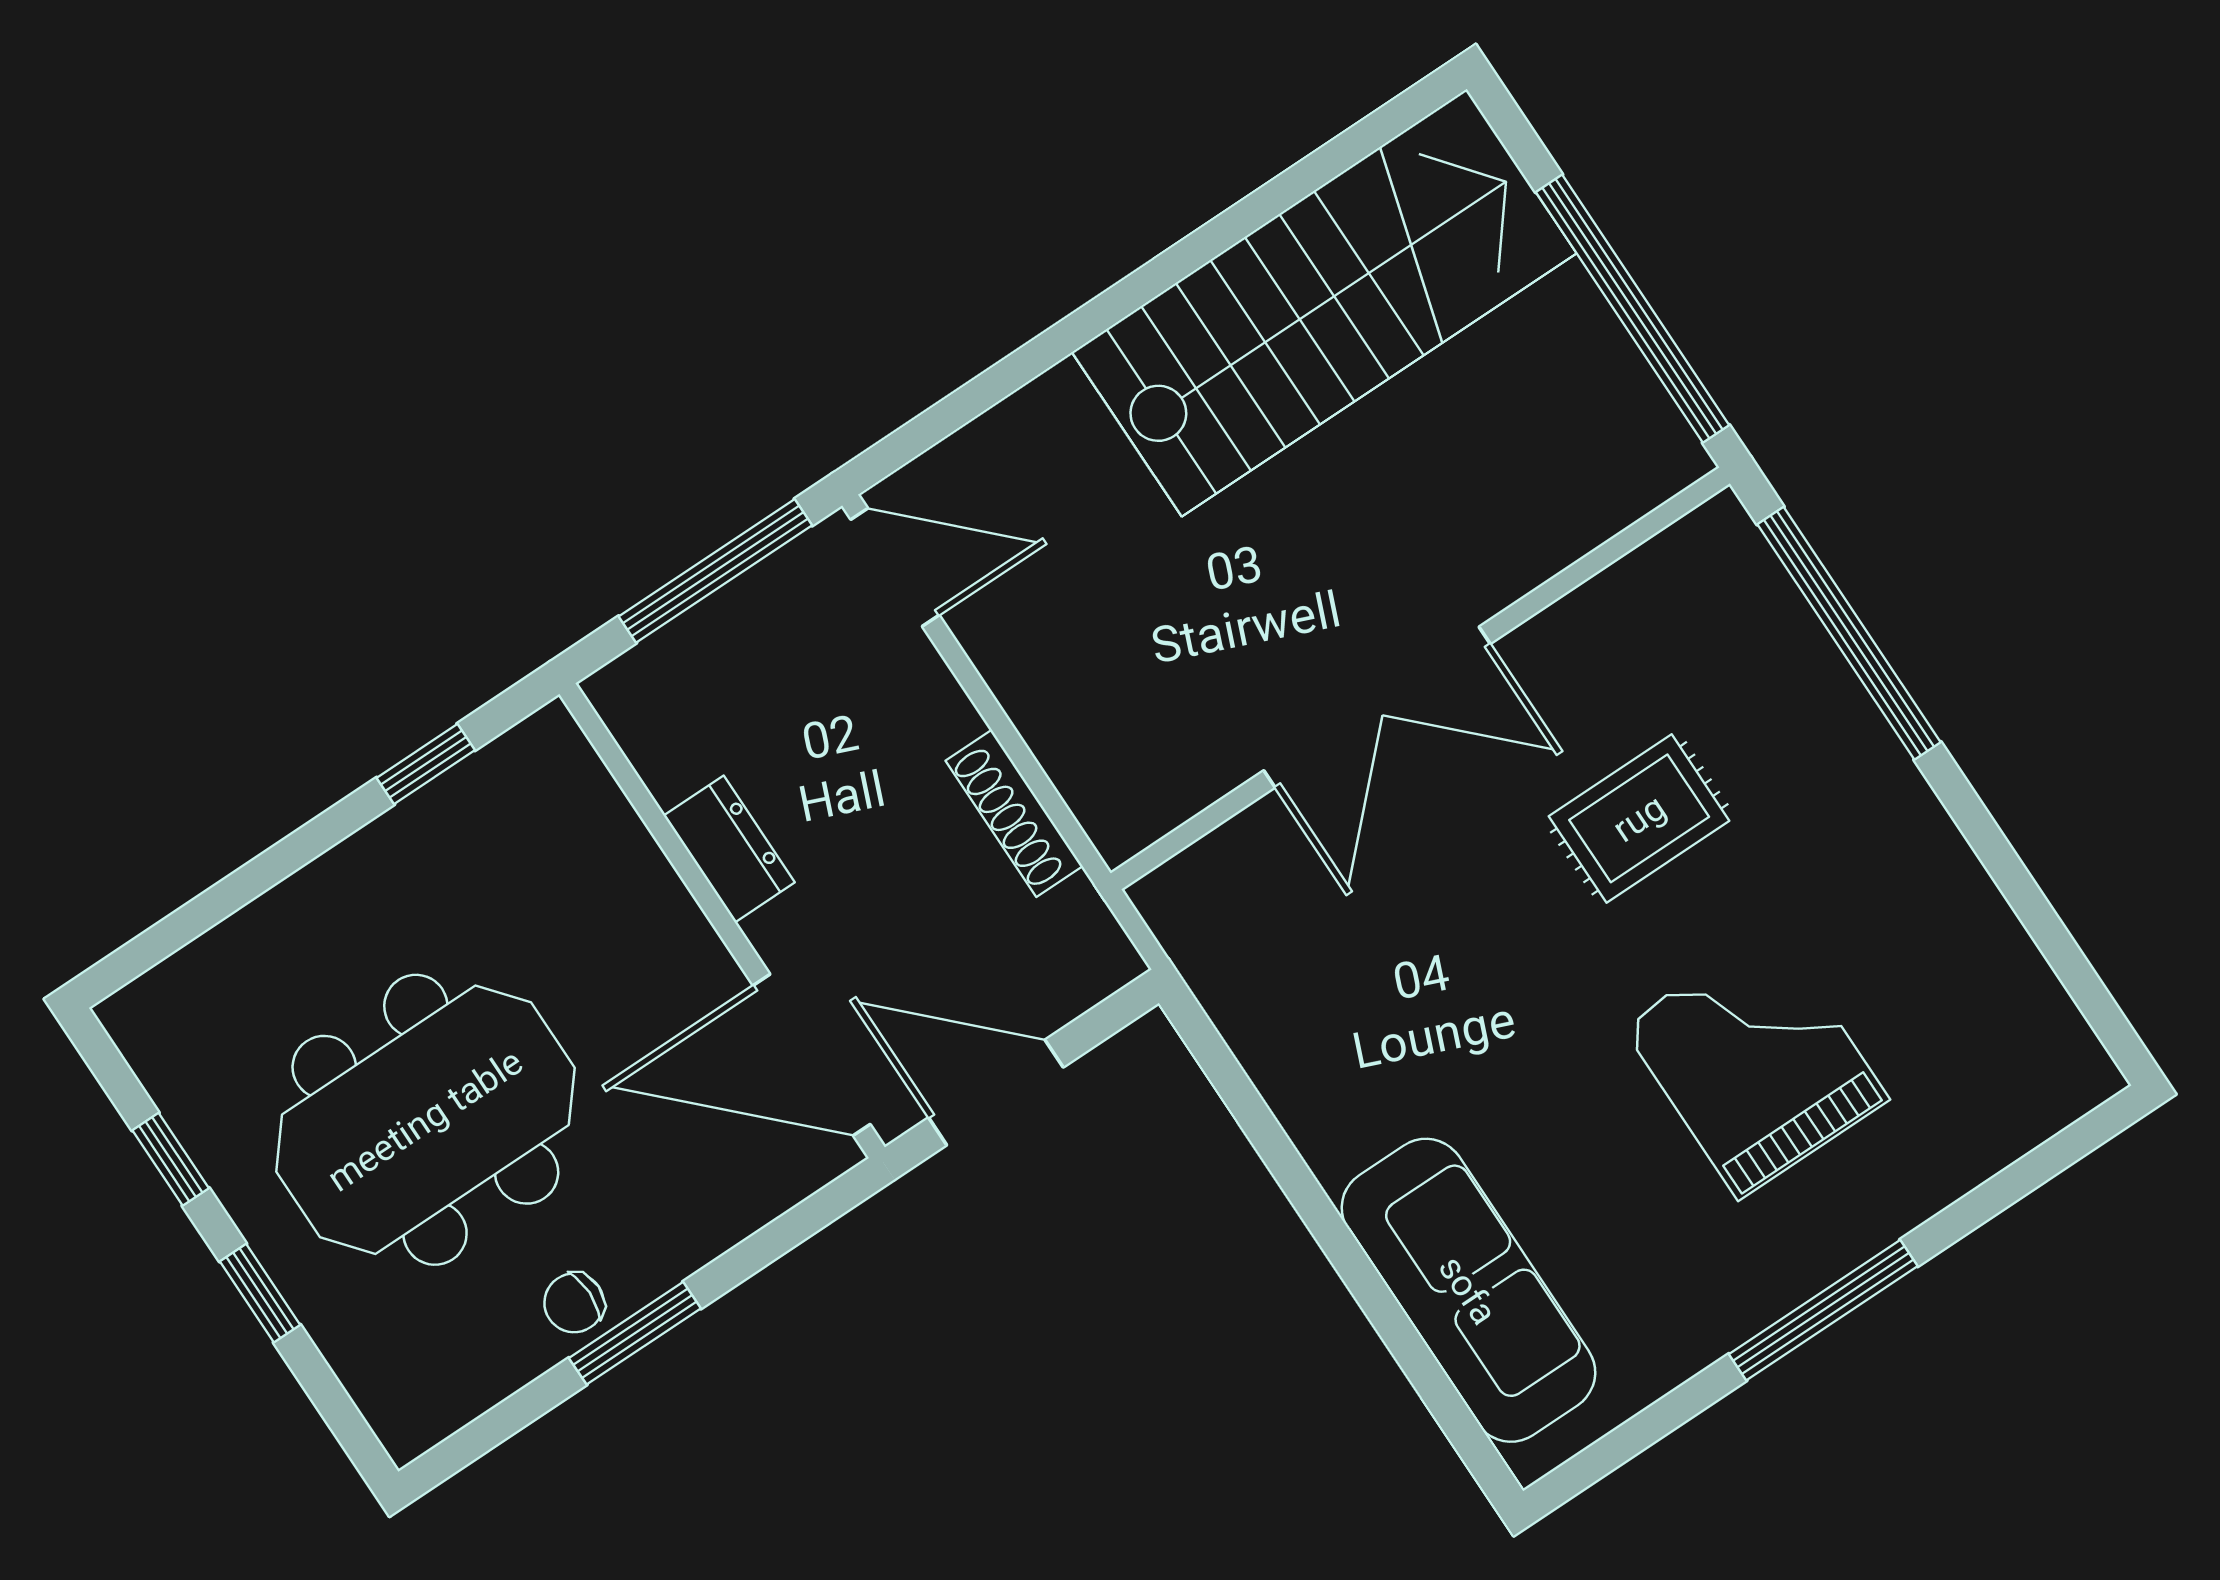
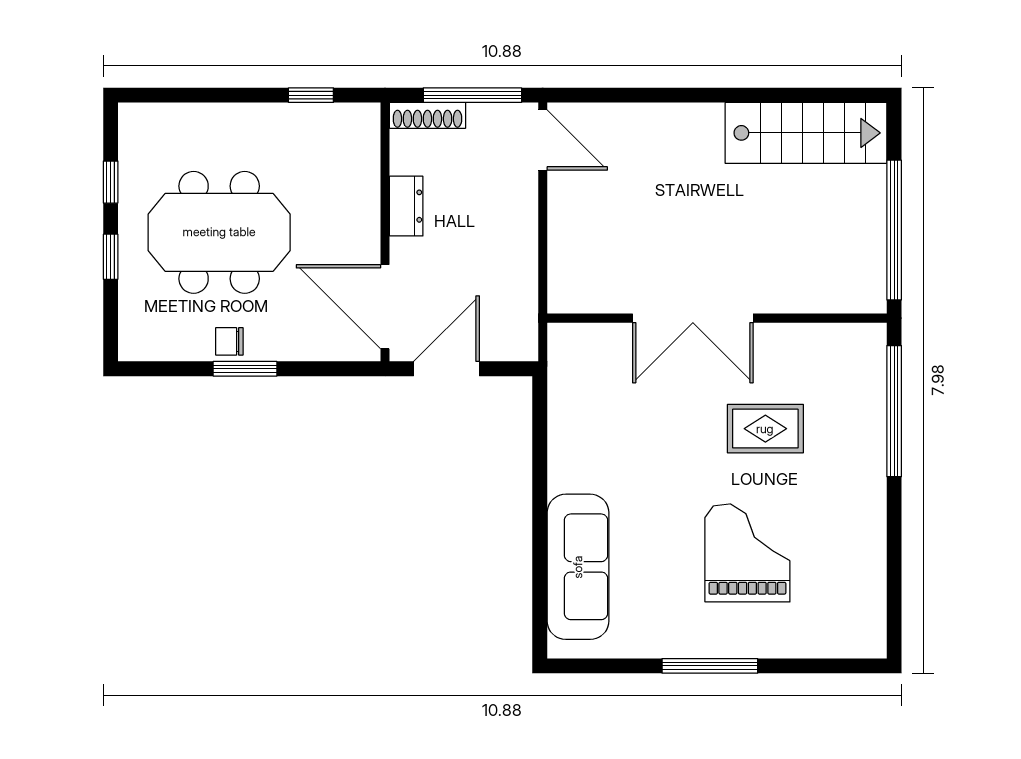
stairs: (1324, 303) -> (806, 133), width x0.73, depth x0.66
shoe rack: (1014, 813) -> (427, 115), moved, turned -90
door: (996, 1092) -> (446, 369), hinge flipped

